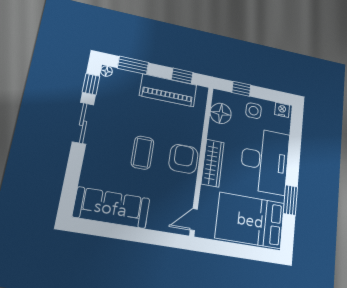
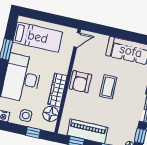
wardrobe: (213, 163) -> (57, 90), moved
bed: (250, 220) -> (38, 37), width x0.67

